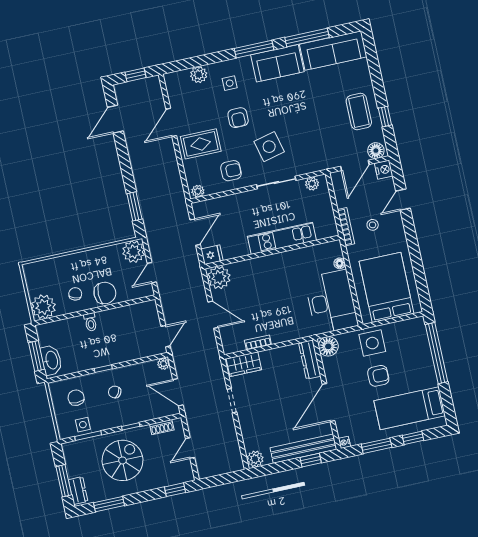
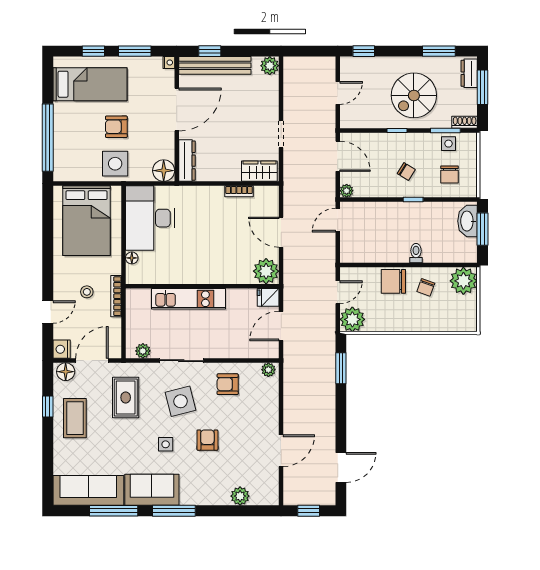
side table: (230, 83) -> (166, 444), moved
rug: (201, 144) -> (126, 397), moved, turned 90
shoe rack: (162, 427) -> (465, 122), moved

